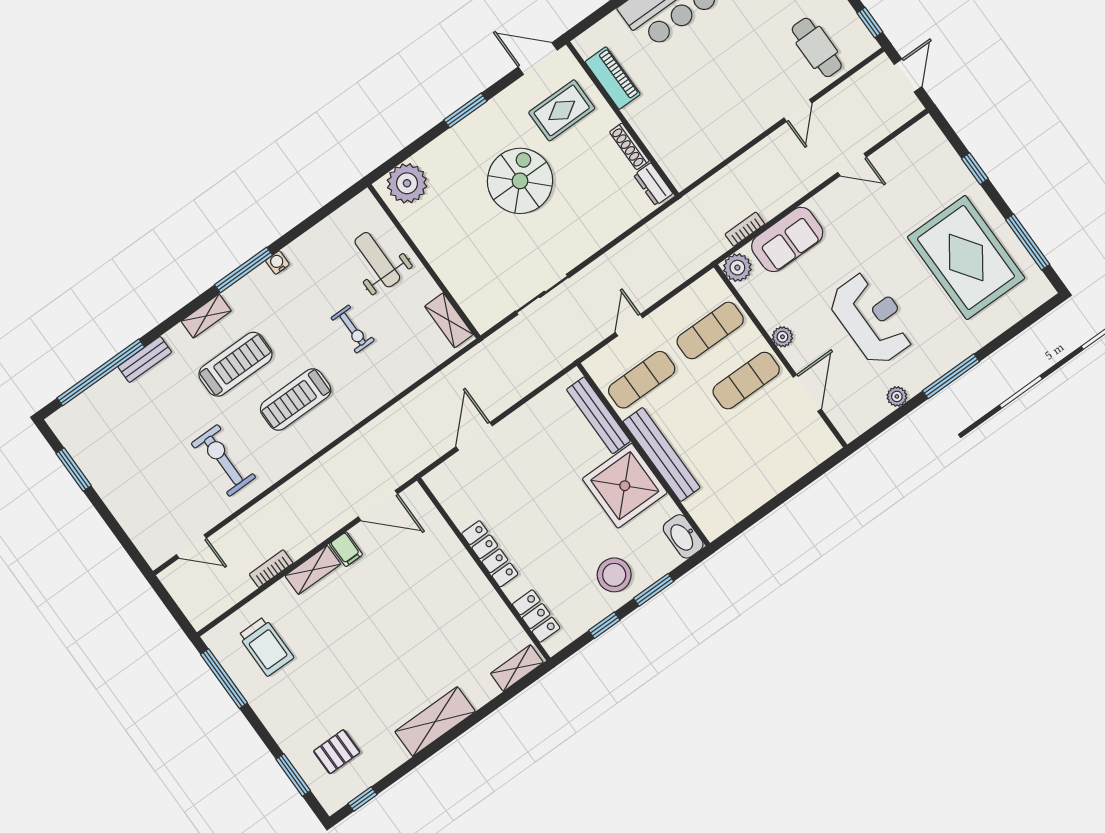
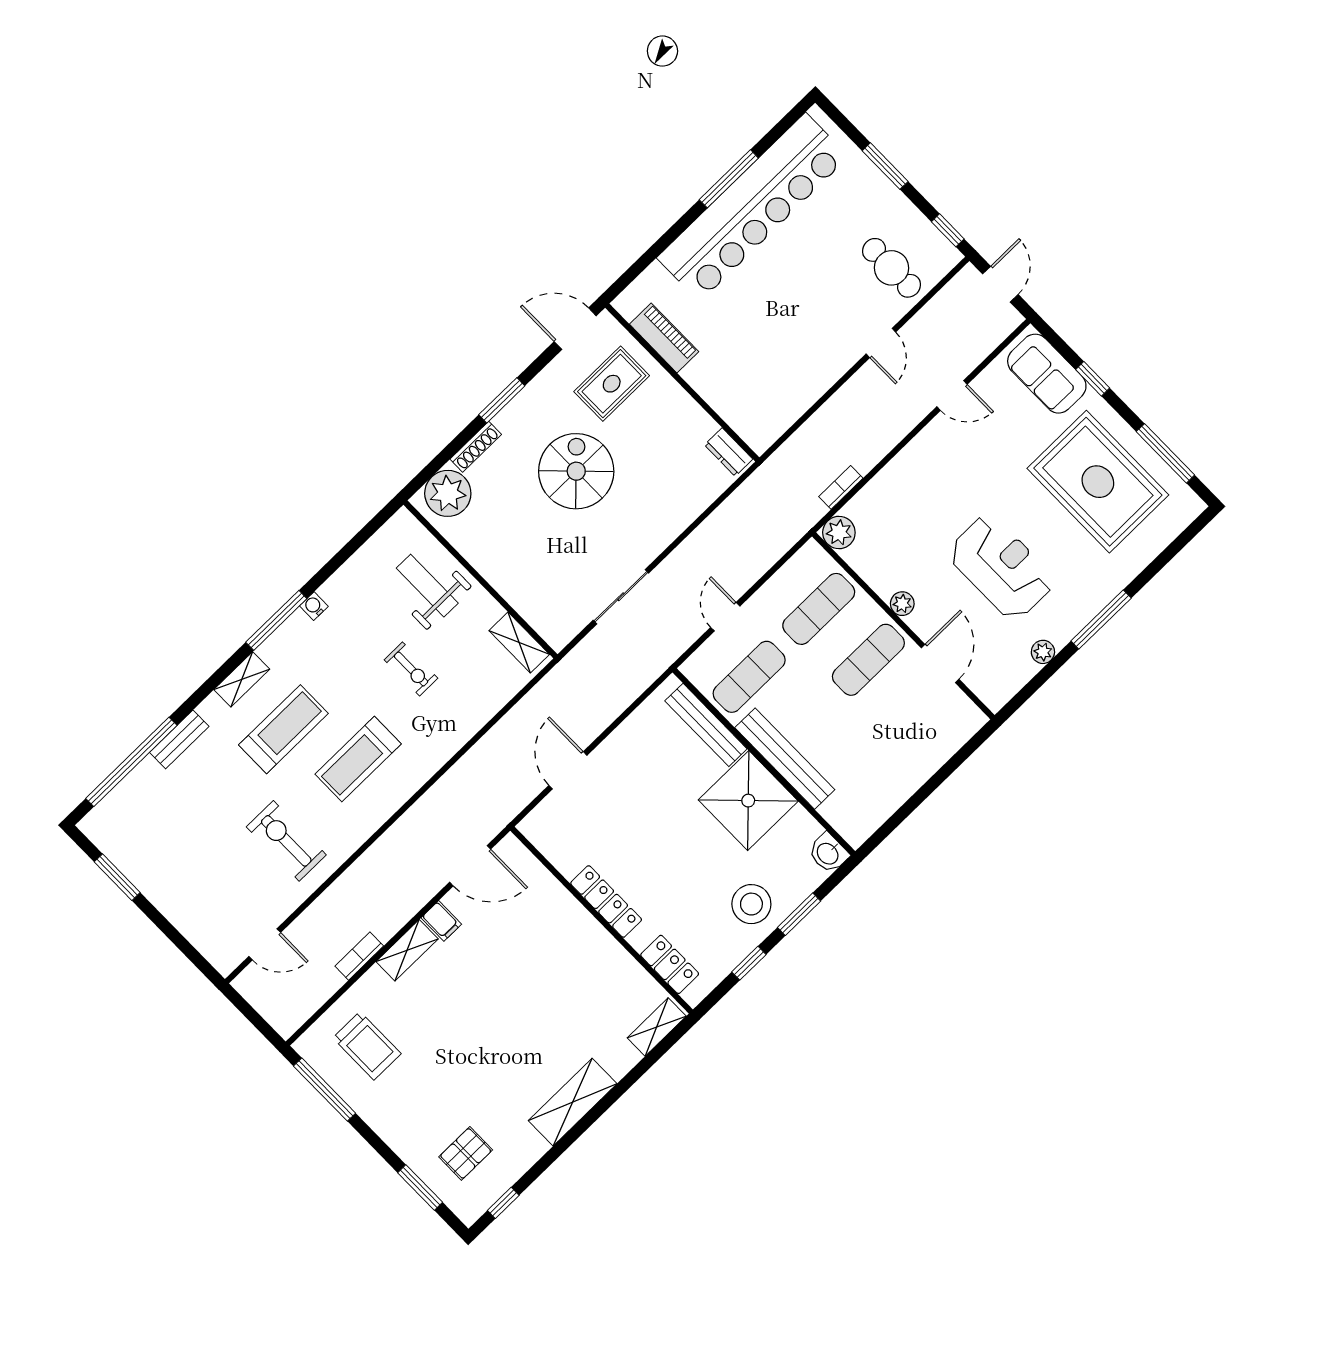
shoe rack: (629, 146) -> (476, 447), moved, turned -90
sofa: (787, 239) -> (1047, 374), moved, turned 90
washbasin: (683, 536) -> (828, 853), width x0.72

